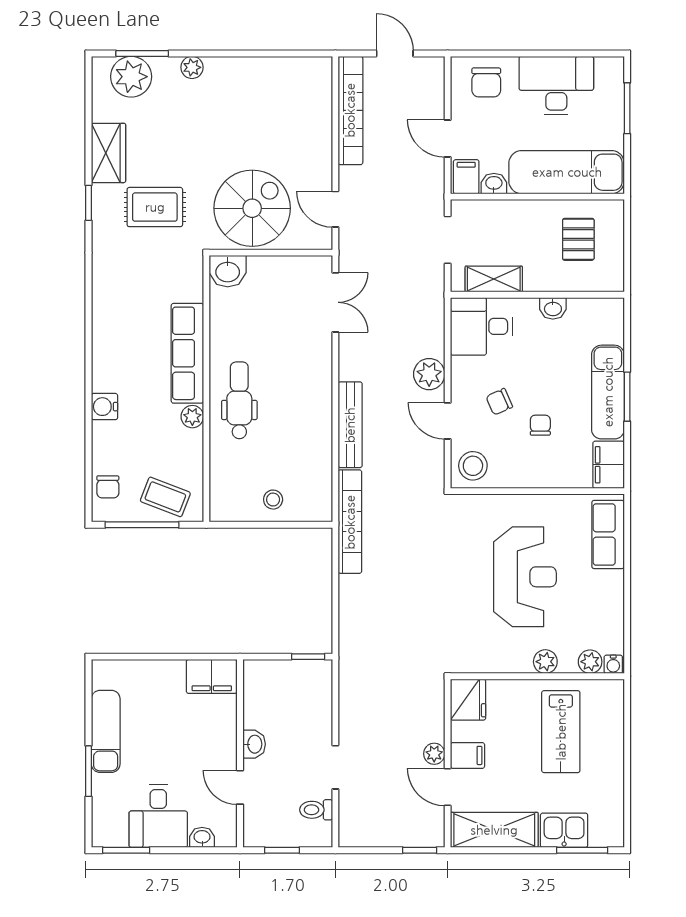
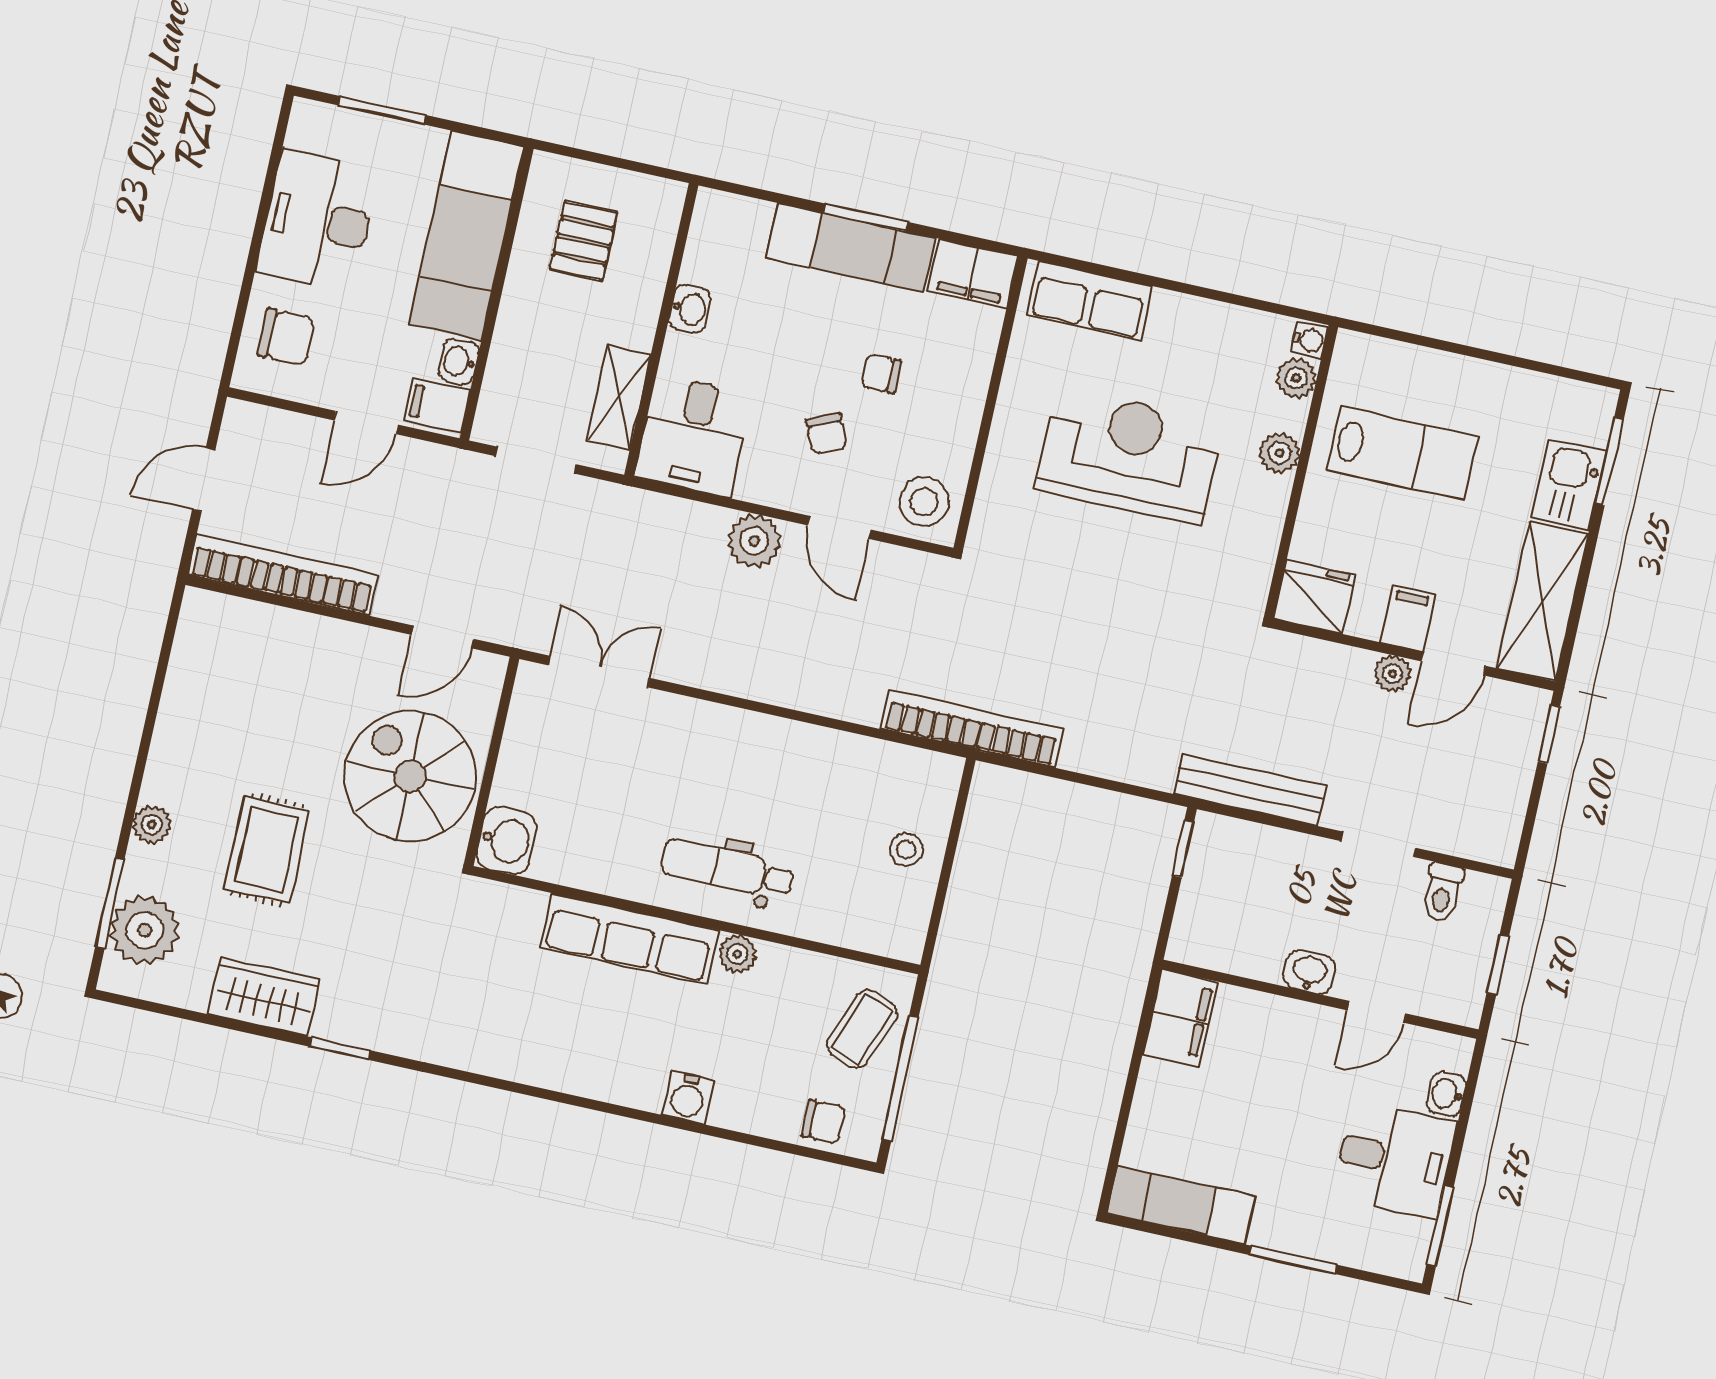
rug: (155, 207) -> (267, 850), moved
pallet: (578, 239) -> (584, 241), turned 90
door: (448, 421) -> (839, 527), hinge flipped
bench: (350, 425) -> (1250, 790), moved
exam couch: (106, 731) -> (1181, 1205), moved

